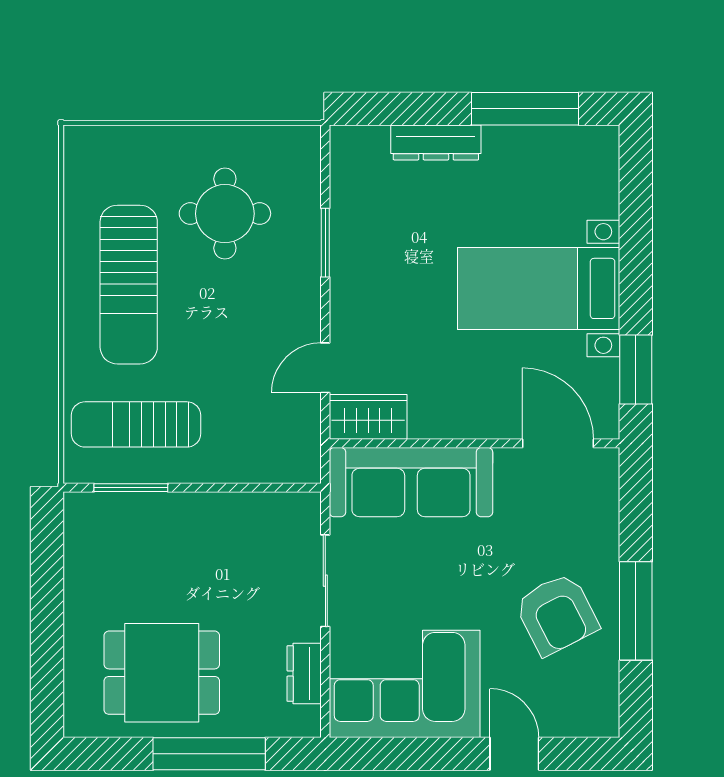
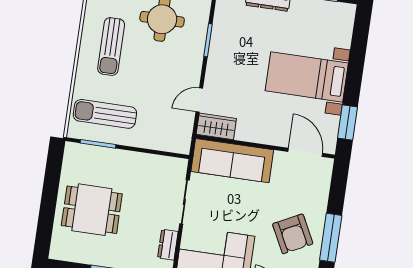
sun lounger: (129, 285) -> (111, 47), width x0.73, depth x0.75
dining table: (162, 673) -> (92, 210), moved

